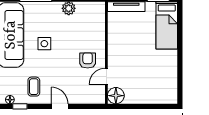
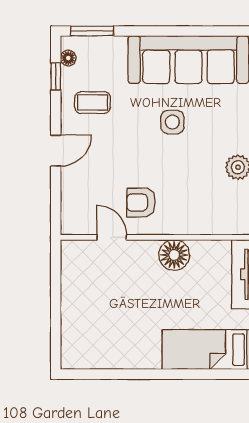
armchair: (88, 60) -> (141, 202), turned 180
floor lamp: (116, 96) -> (174, 255), moved

